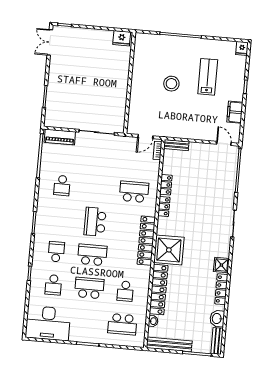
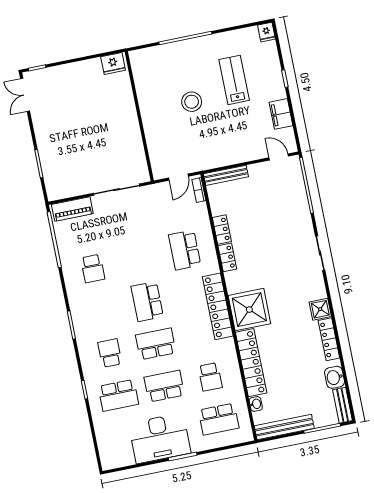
bench: (176, 145) -> (226, 175), width x1.36
school desk: (134, 192) -> (185, 250), turned -90
school desk: (53, 285) -> (118, 395), width x1.85
desk: (48, 323) -> (160, 438), moved

